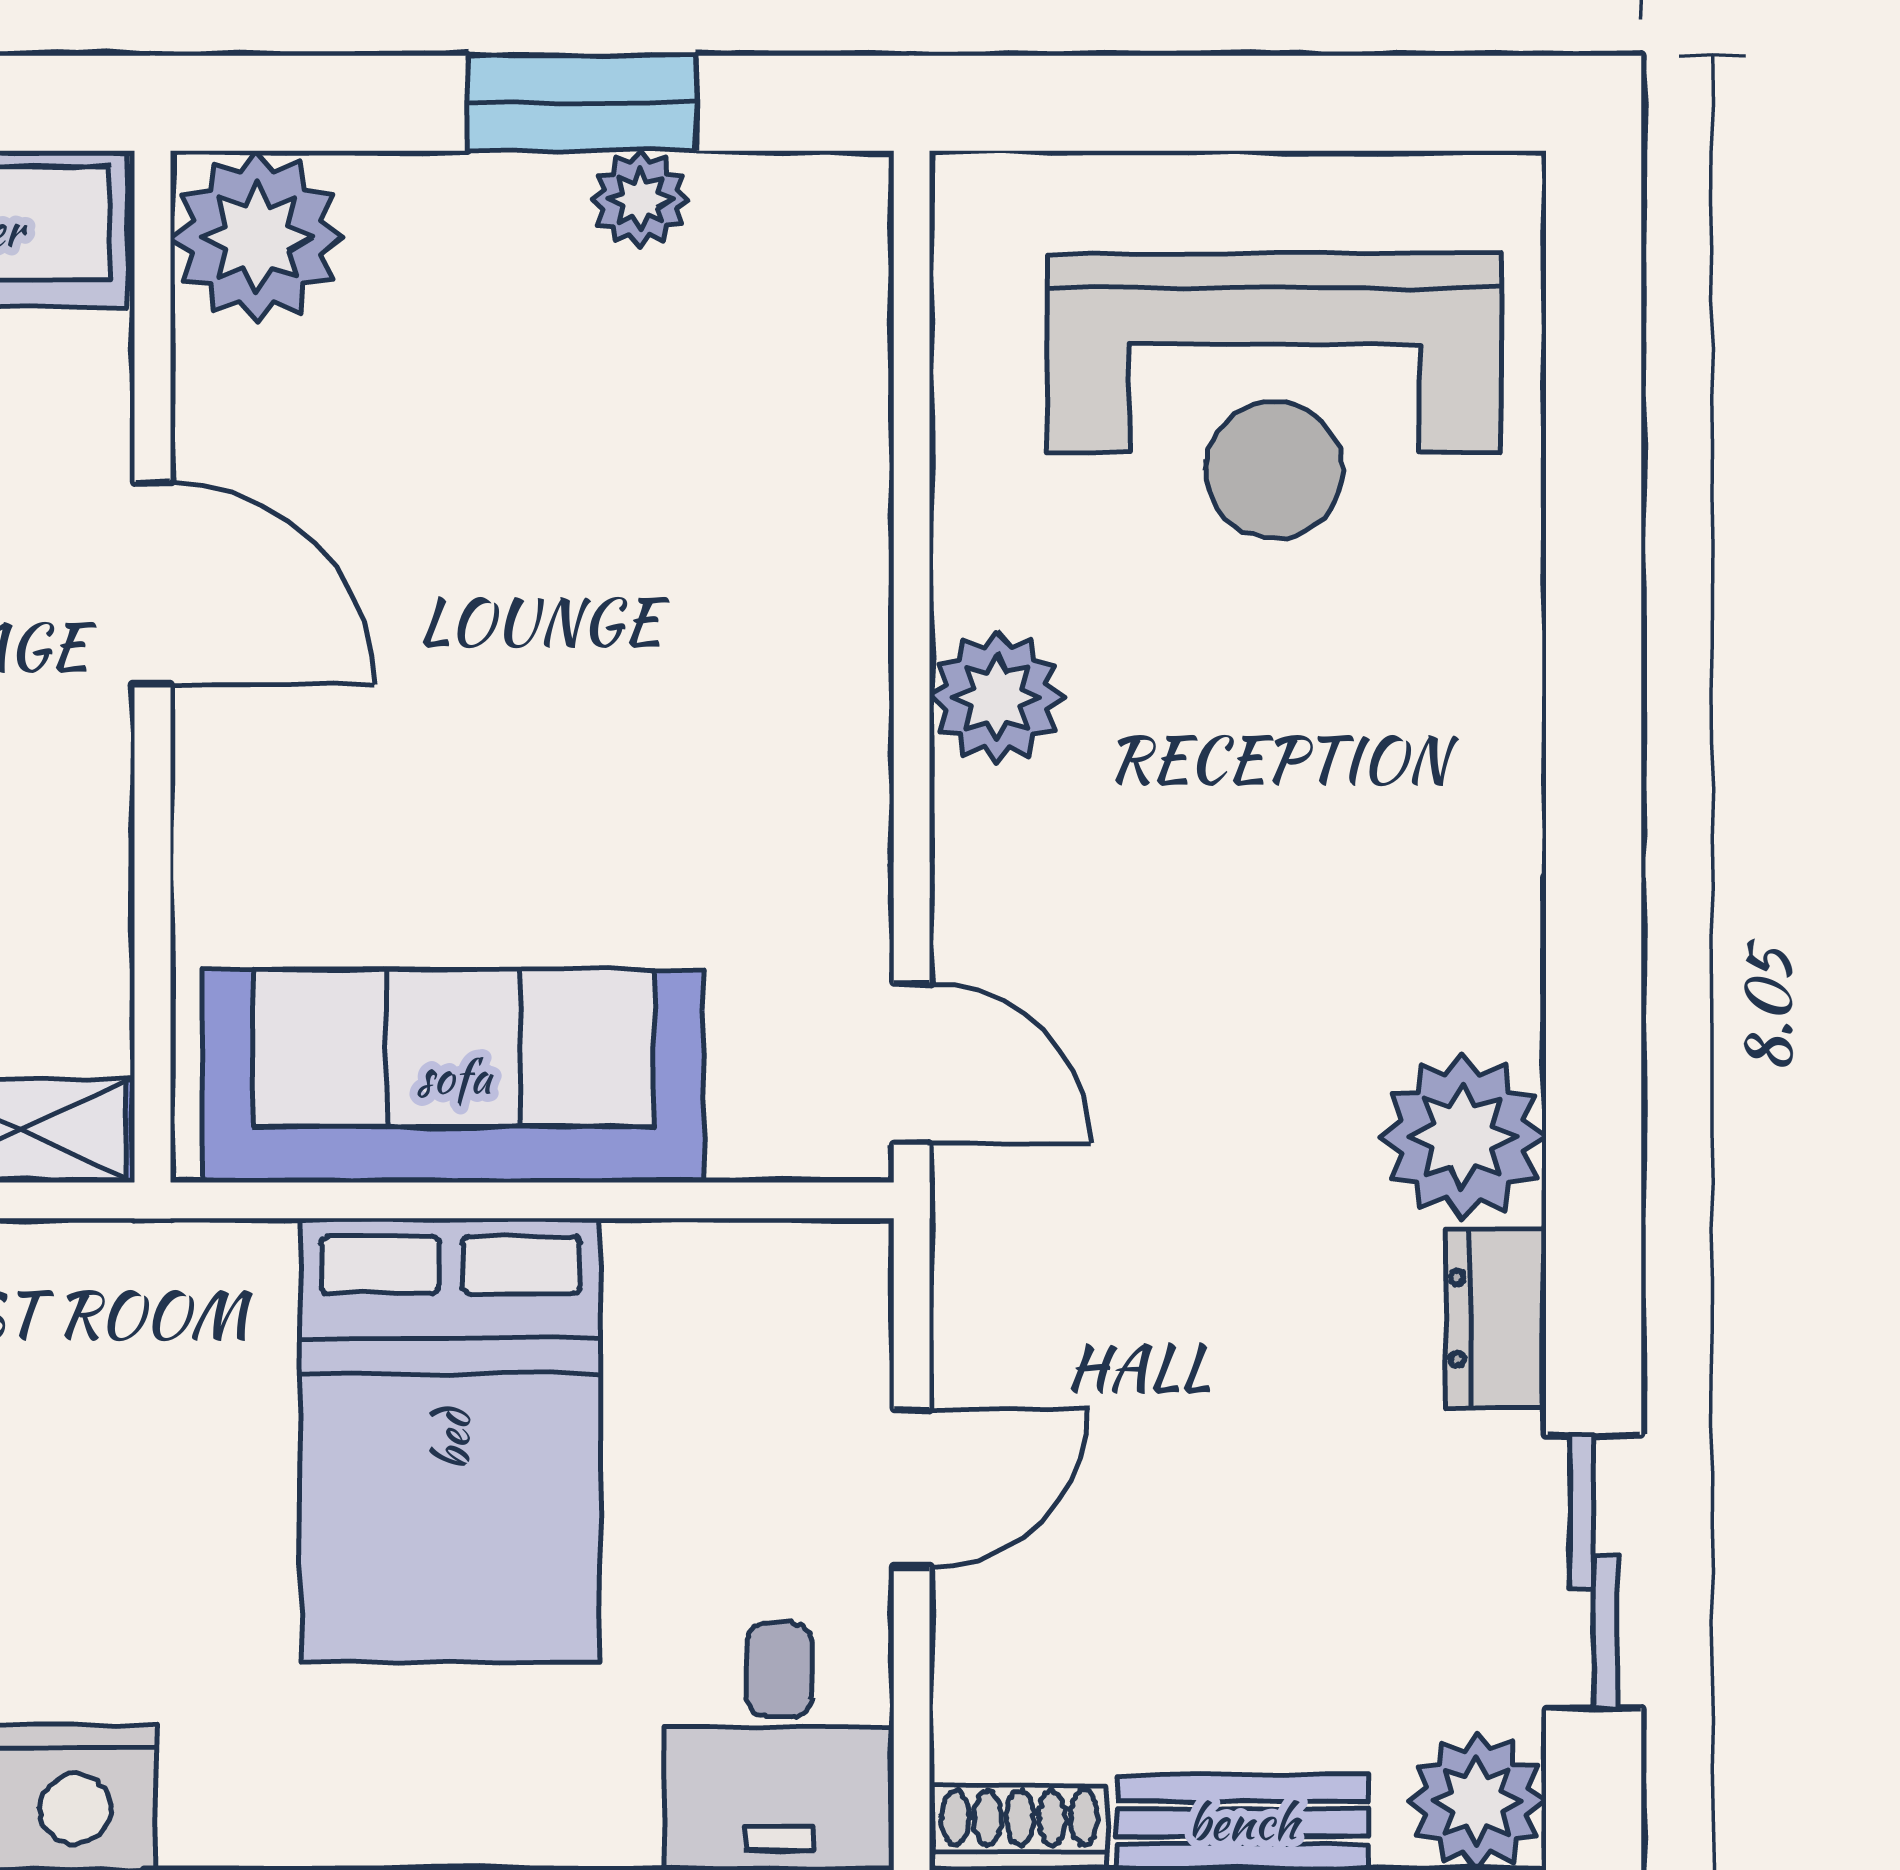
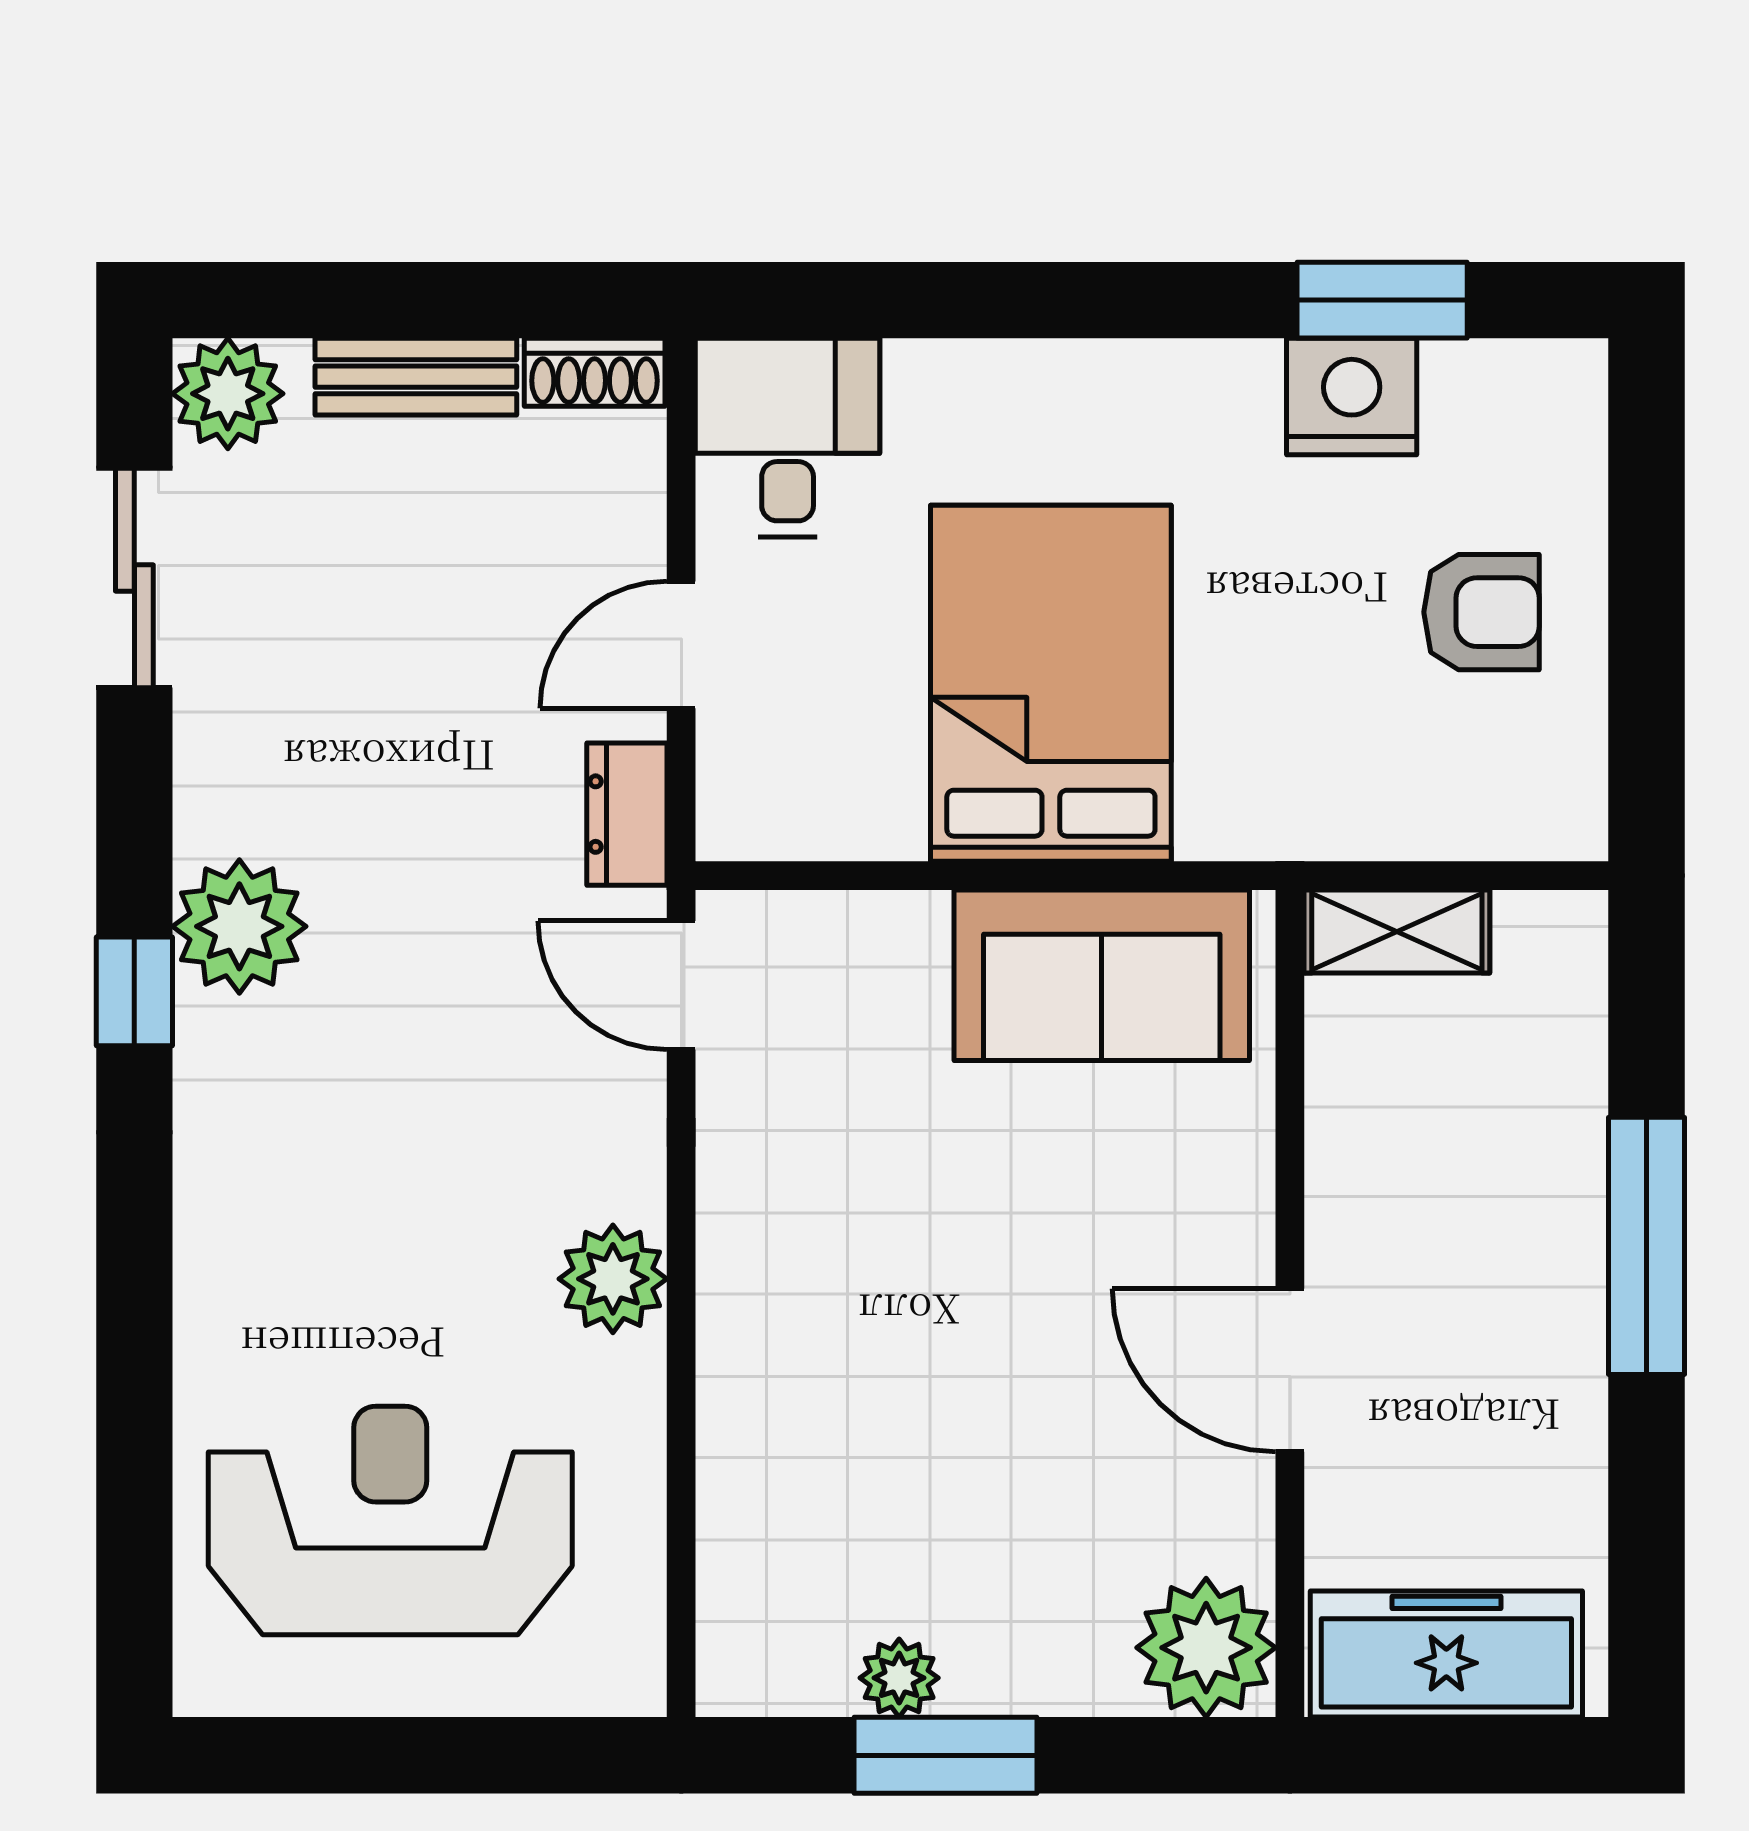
window: (1594, 1056) -> (134, 991), added
sofa: (454, 1076) -> (1102, 975), width x0.73
dresser: (1496, 1319) -> (627, 814), moved, turned 180

